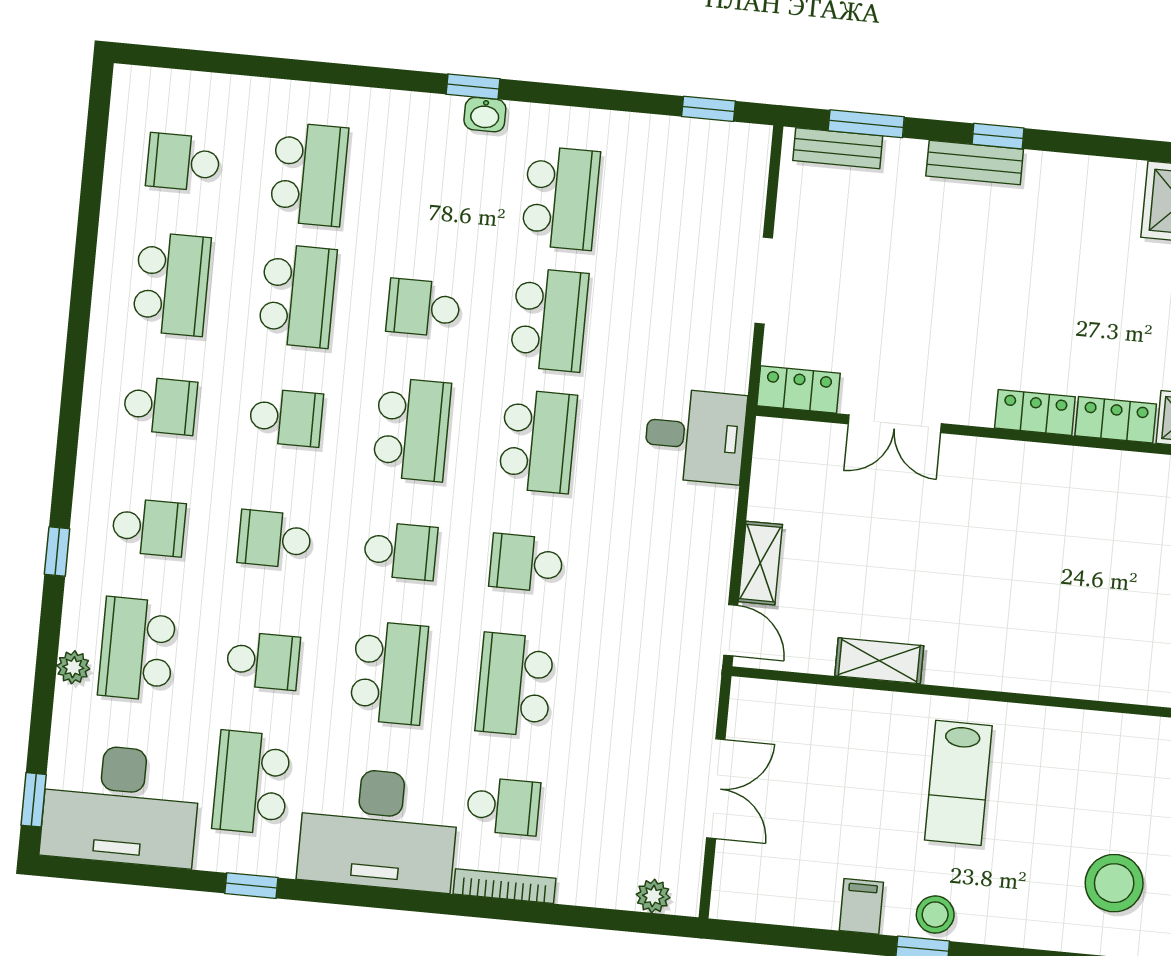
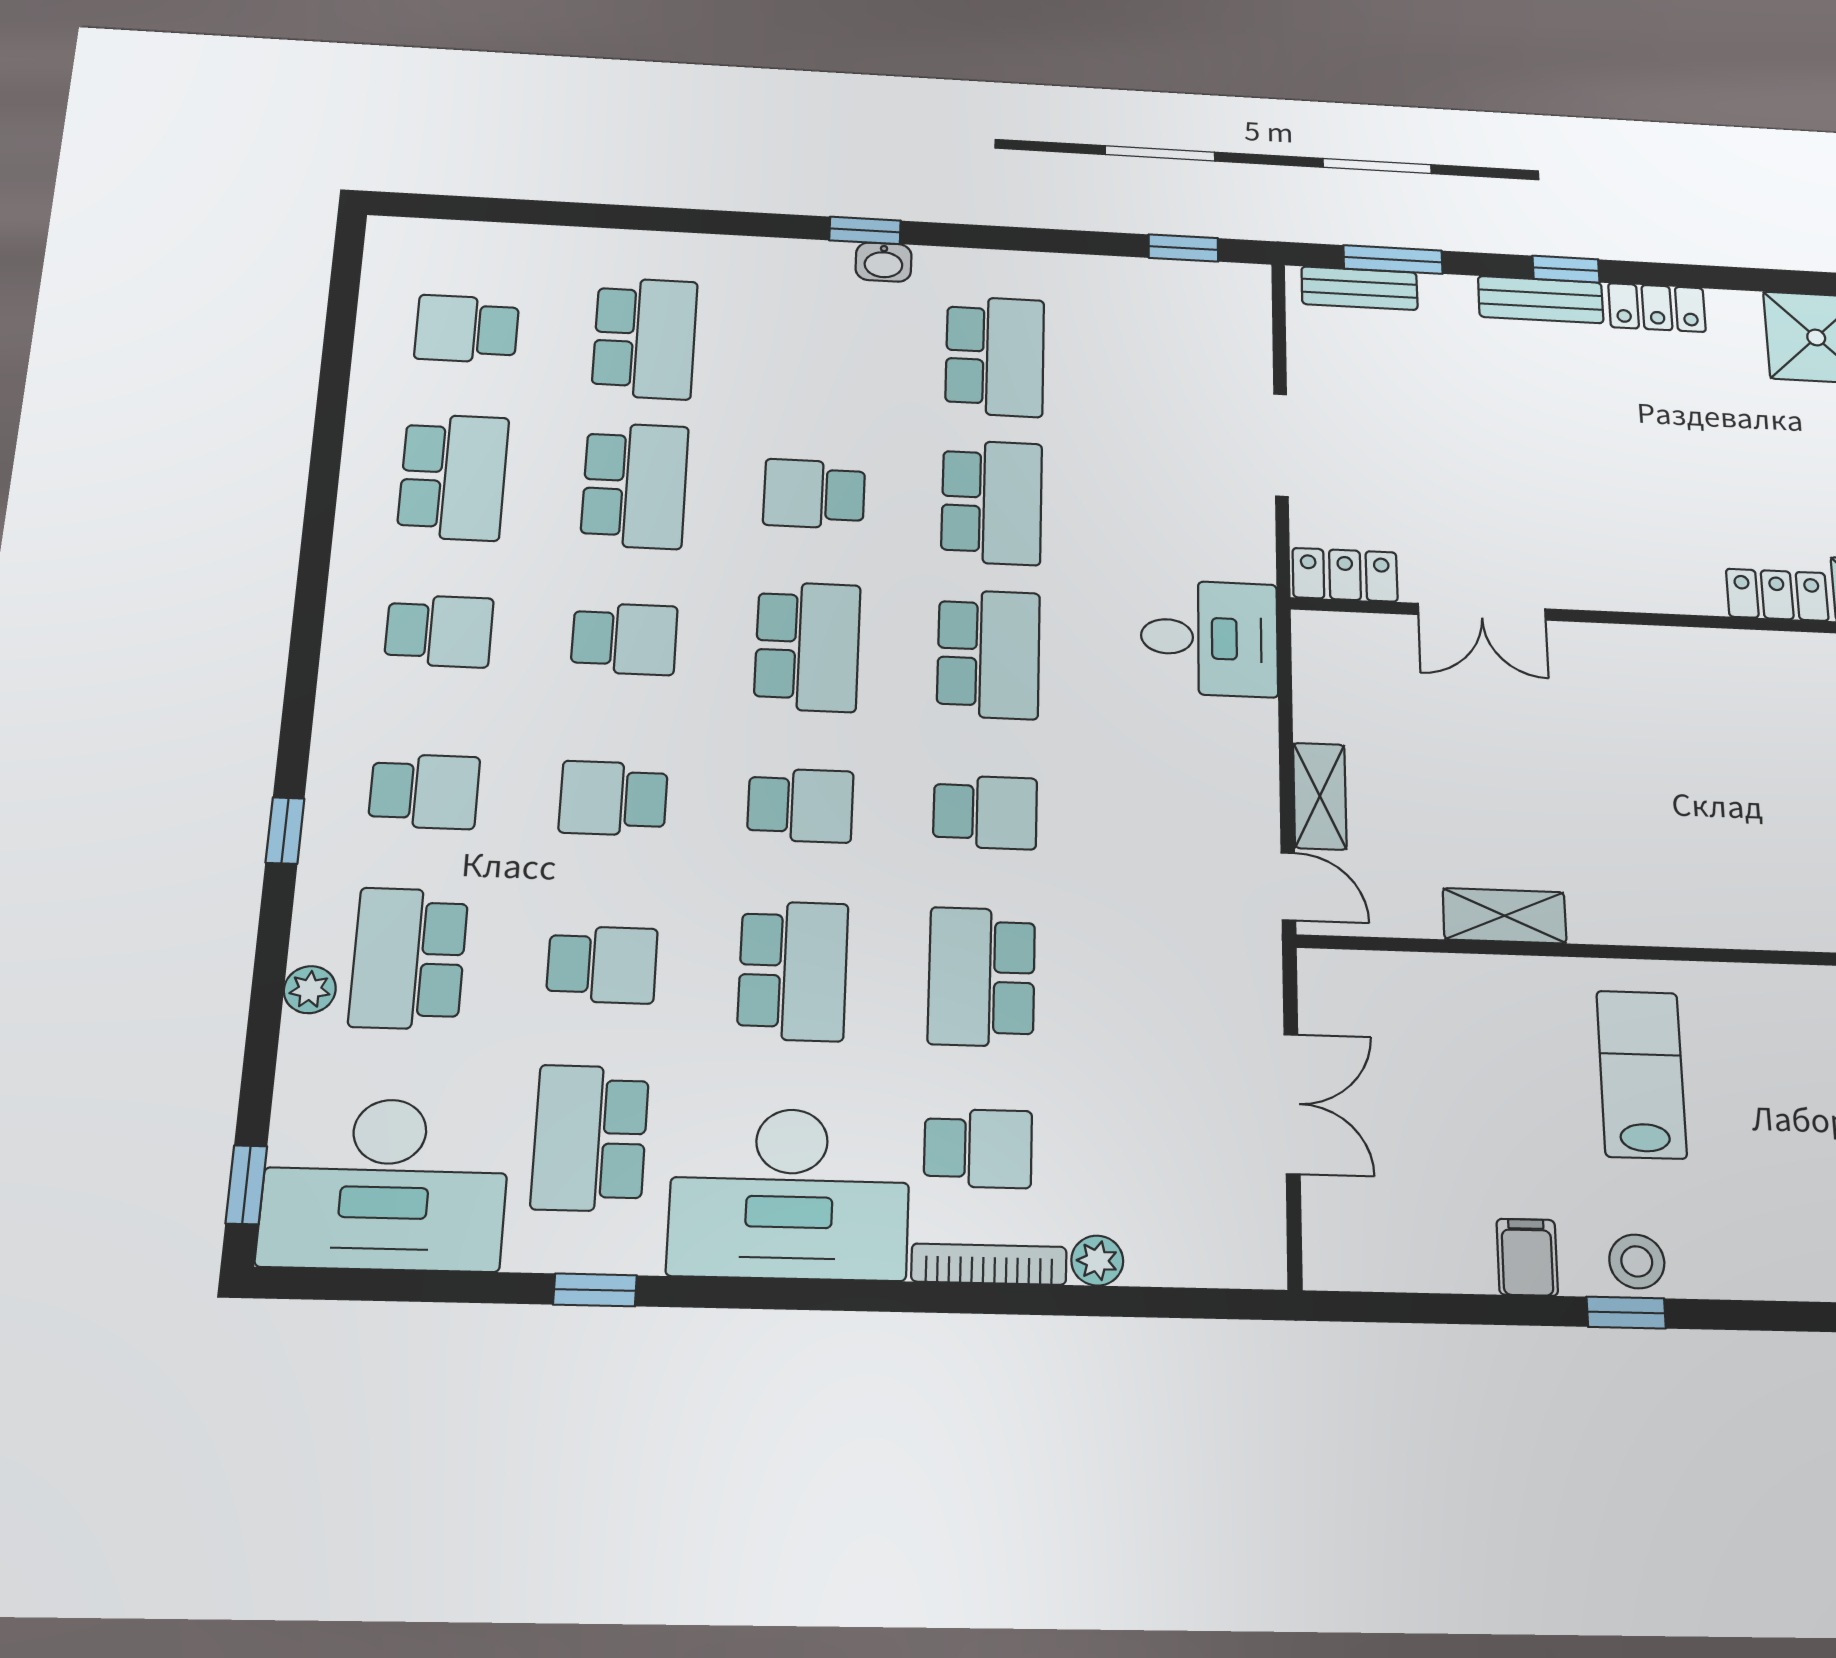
locker: (1035, 412) -> (1657, 308), moved, turned 180
school desk: (526, 563) -> (985, 812), turned 180
lab bench: (958, 783) -> (1641, 1074), turned 180
plant: (653, 896) -> (1097, 1261), moved

